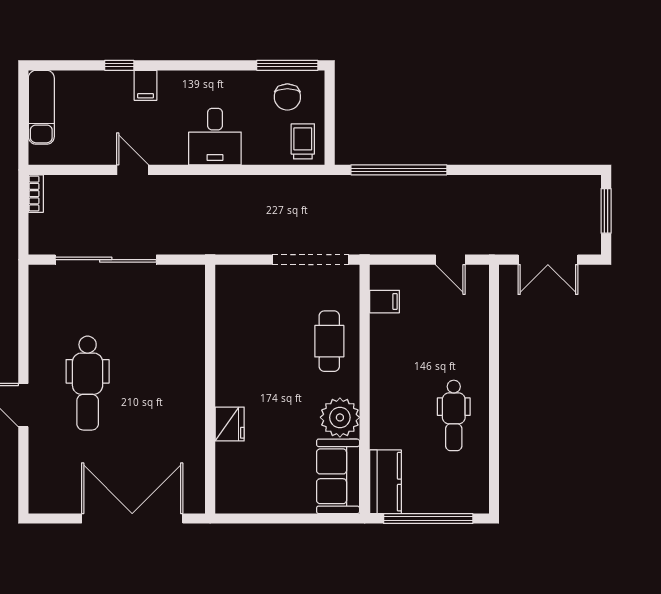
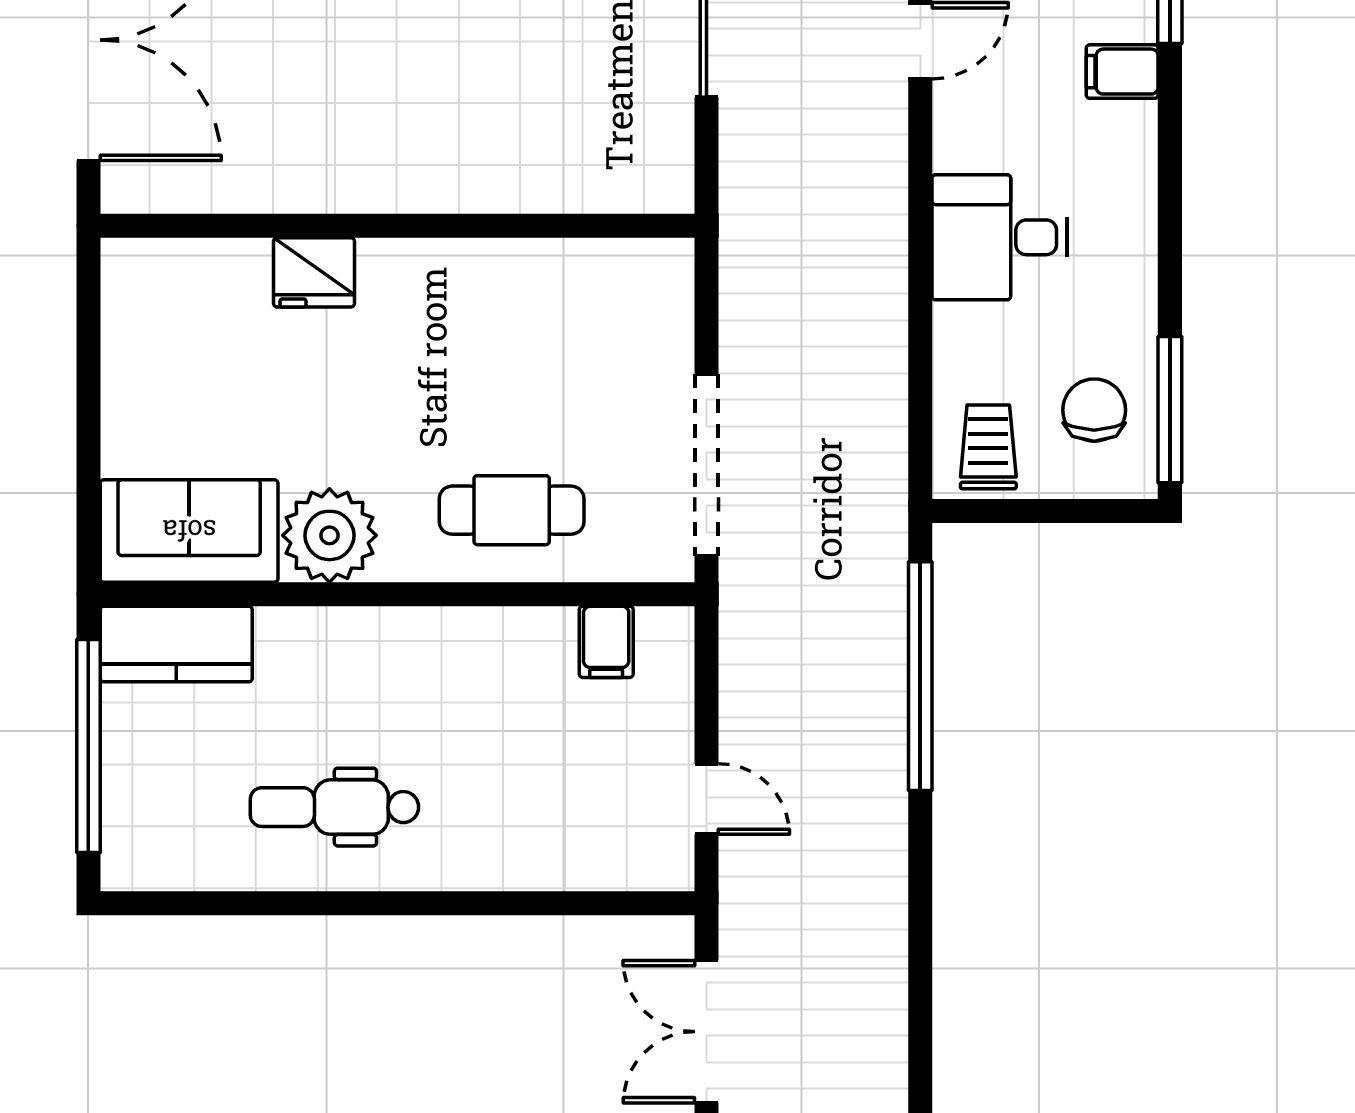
chair: (287, 97) -> (1094, 410), turned 90
trolley: (303, 141) -> (988, 447), turned -90
door: (450, 260) -> (706, 799), swing flipped

